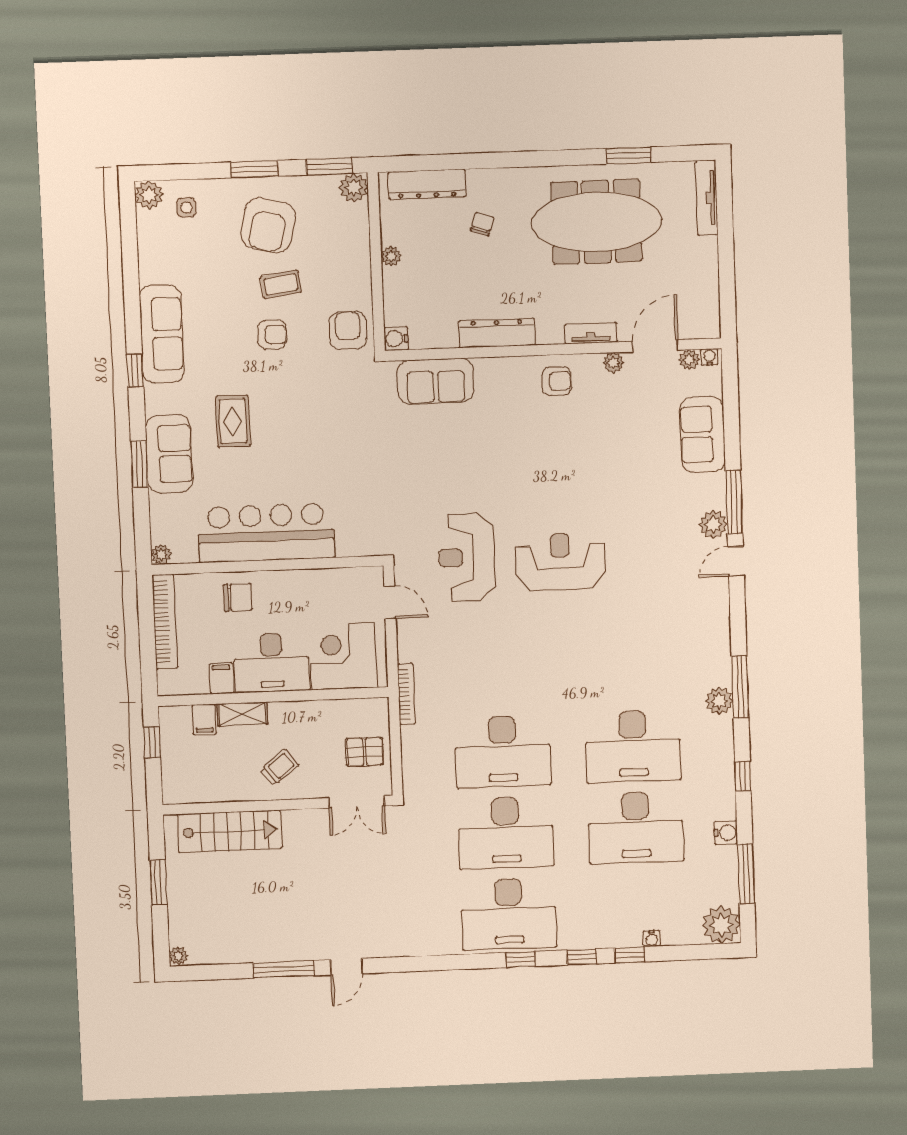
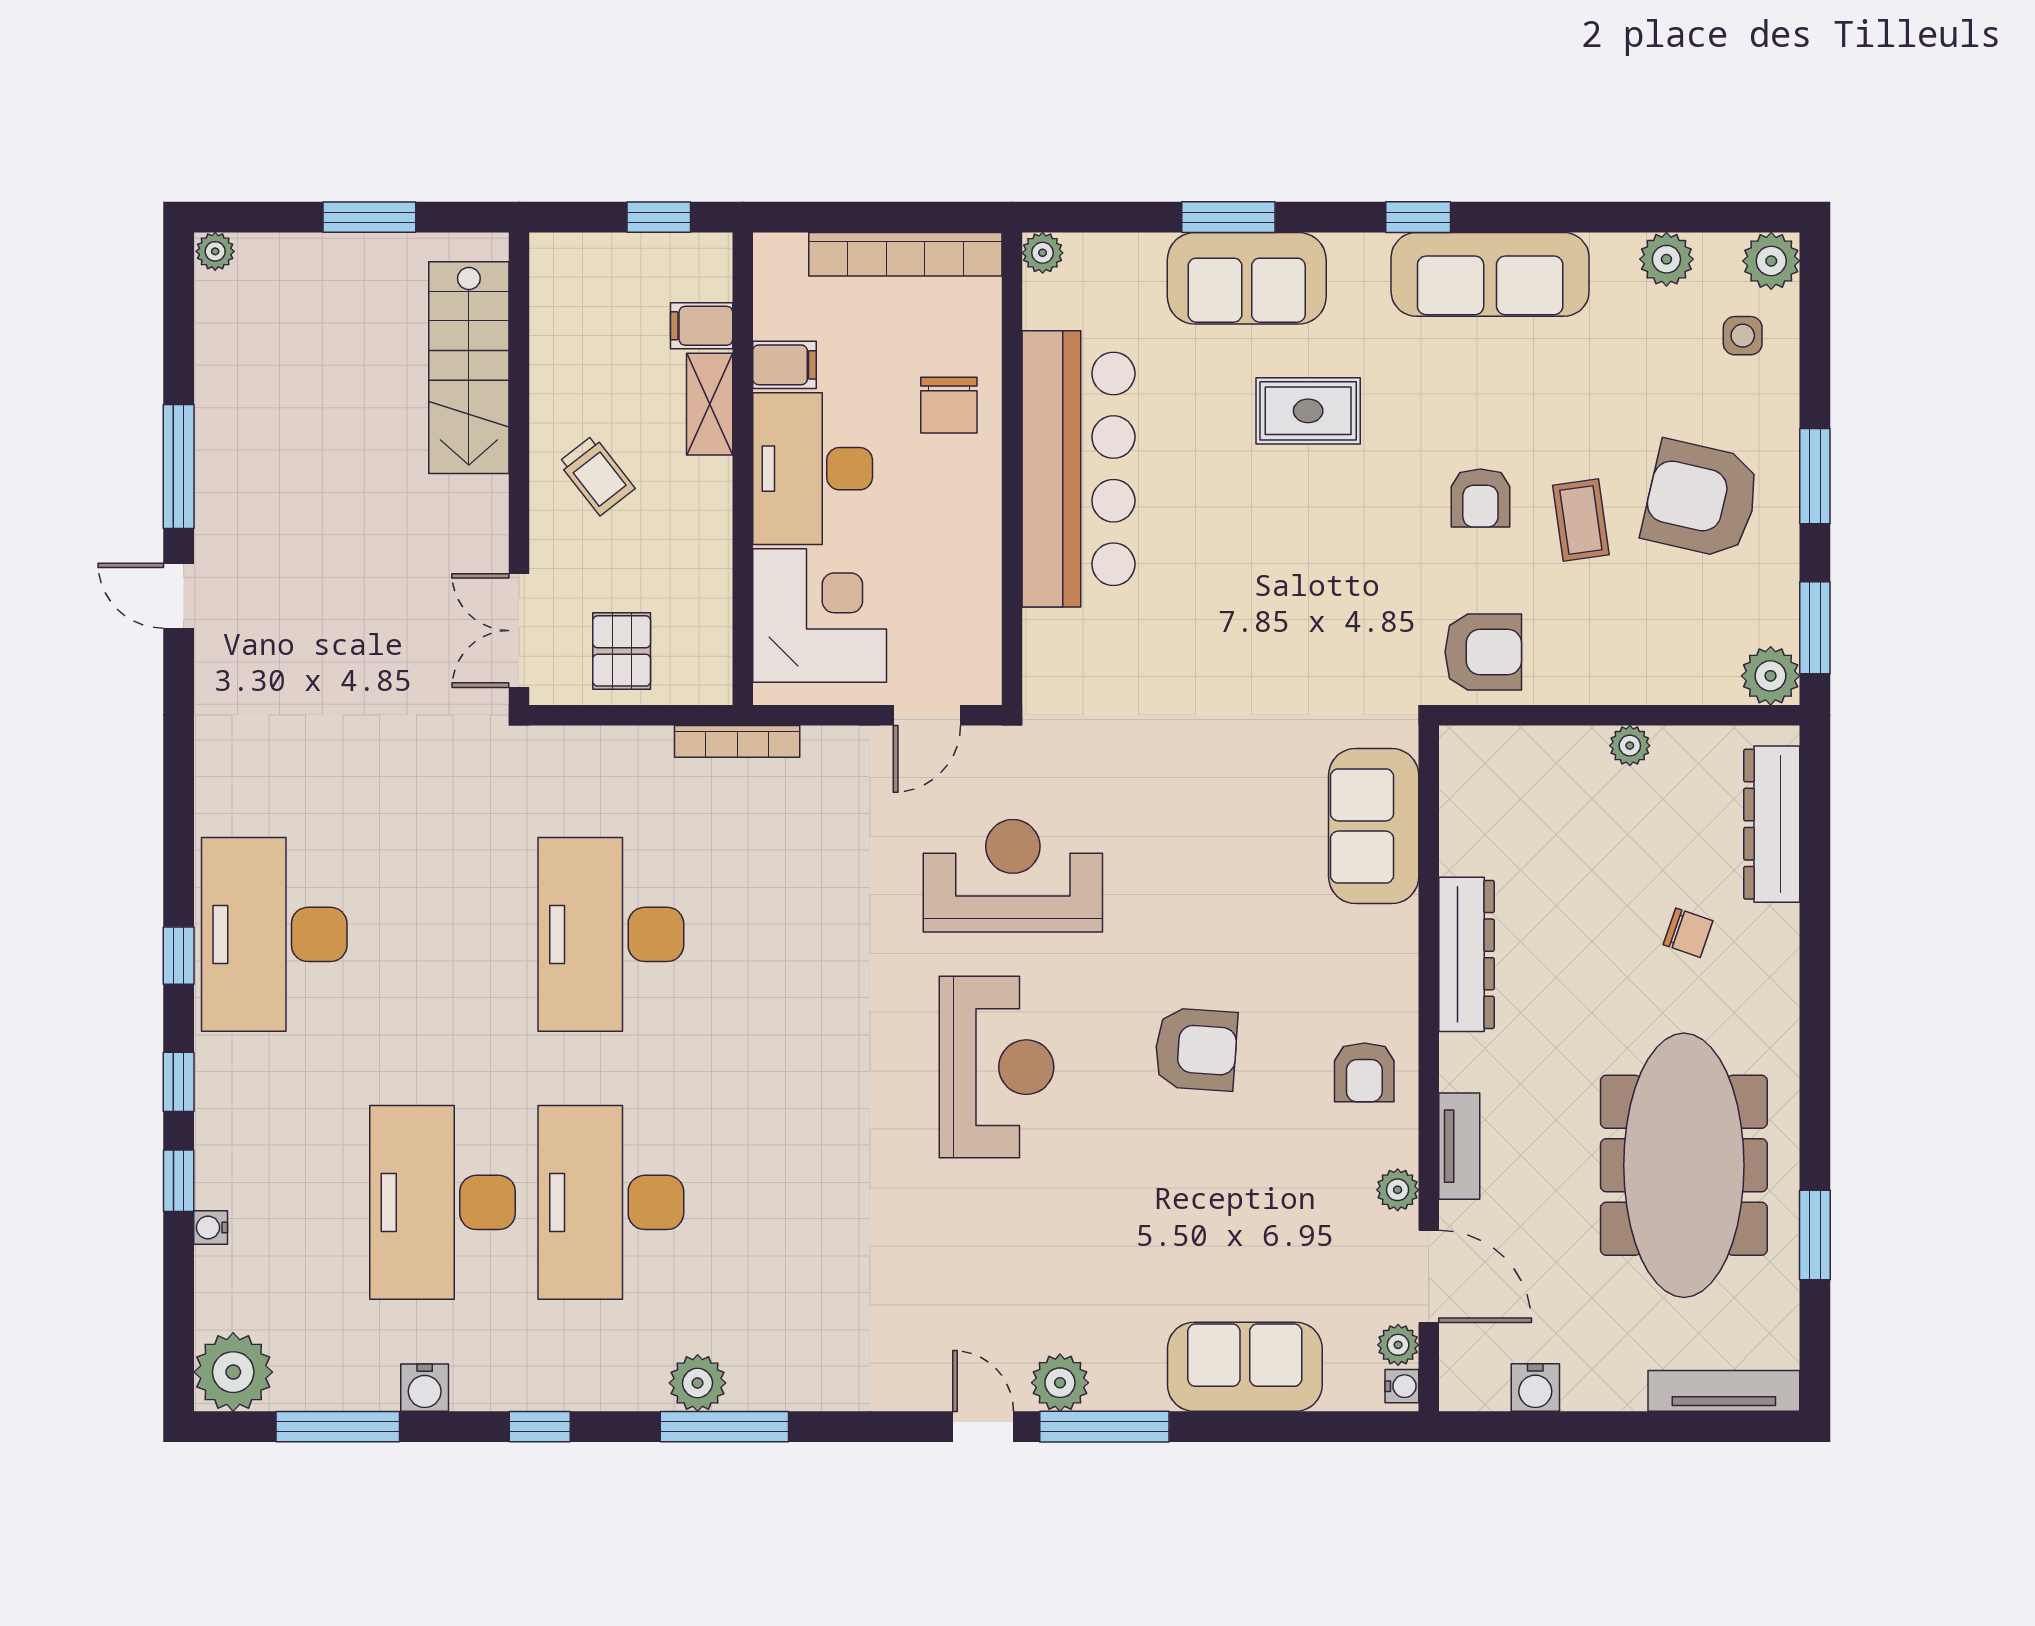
plant: (150, 247) -> (1666, 259), added
water cooler: (396, 339) -> (1535, 1387), moved, turned 180
armchair: (548, 464) -> (1196, 1049), added
desk: (506, 833) -> (443, 934), removed

